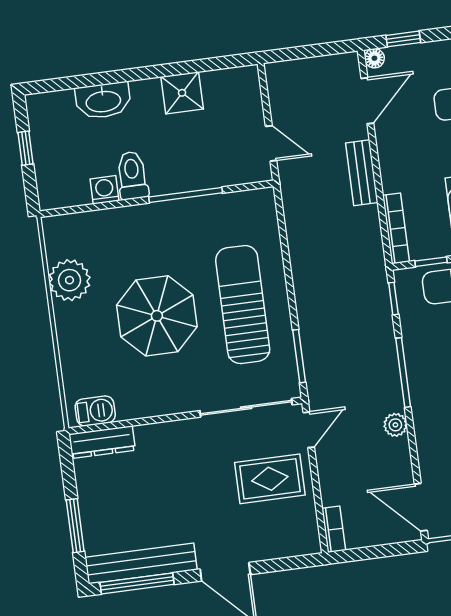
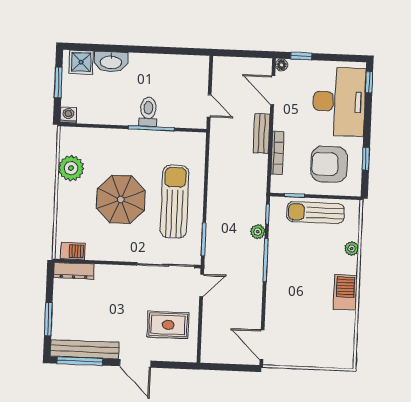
shower: (182, 93) -> (81, 62), moved
door: (367, 101) -> (273, 90), swing flipped
window: (26, 148) -> (58, 83), width x1.50
toilet: (132, 175) -> (148, 112), moved
washing machine: (104, 190) -> (68, 115), moved
bookcase: (396, 228) -> (277, 153), moved
plant: (395, 425) -> (258, 232), moved
rug: (270, 479) -> (168, 325), moved
bookcase: (334, 529) -> (206, 349), removed

